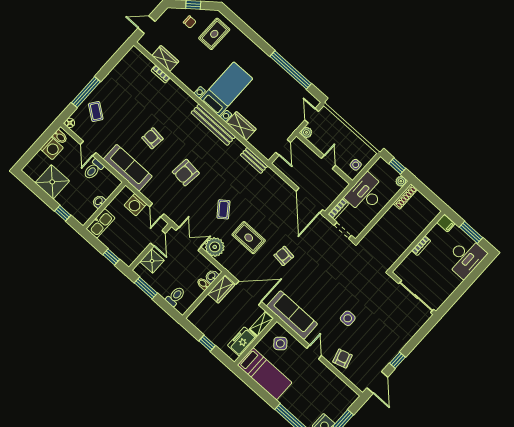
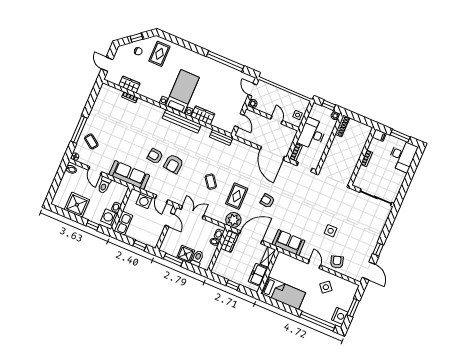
door: (147, 25) -> (107, 64), hinge flipped
armchair: (152, 138) -> (155, 156), moved
washing machine: (52, 148) -> (109, 217), moved, turned 180
rug: (249, 238) -> (237, 196), turned 90
plant: (215, 247) -> (233, 220), moved
shower: (152, 261) -> (186, 254), moved
sofa: (292, 315) -> (288, 243), width x0.73
side table: (280, 343) -> (326, 287), moved

